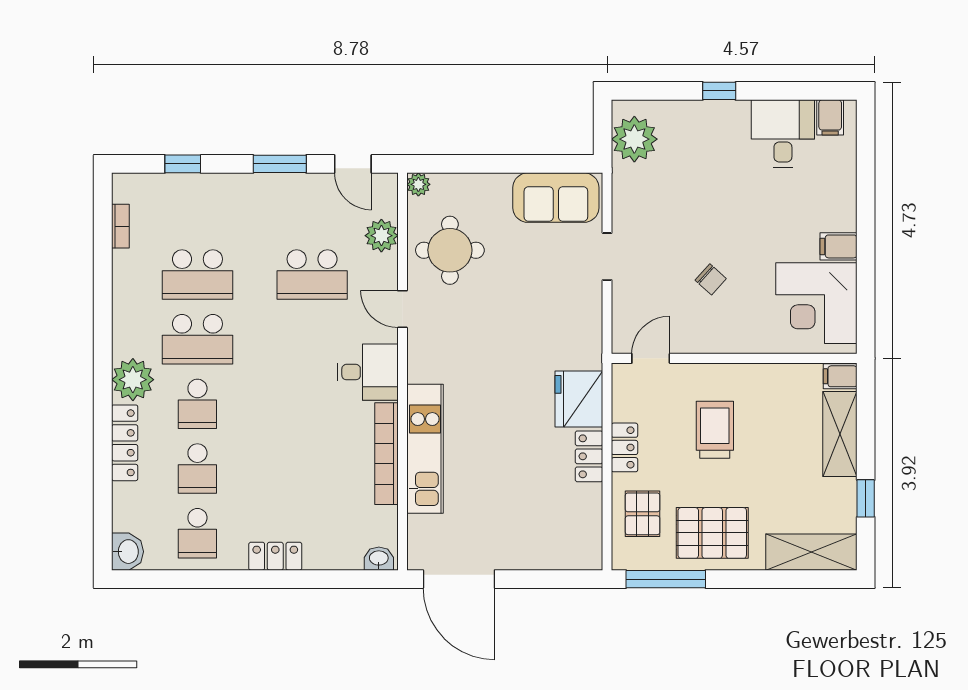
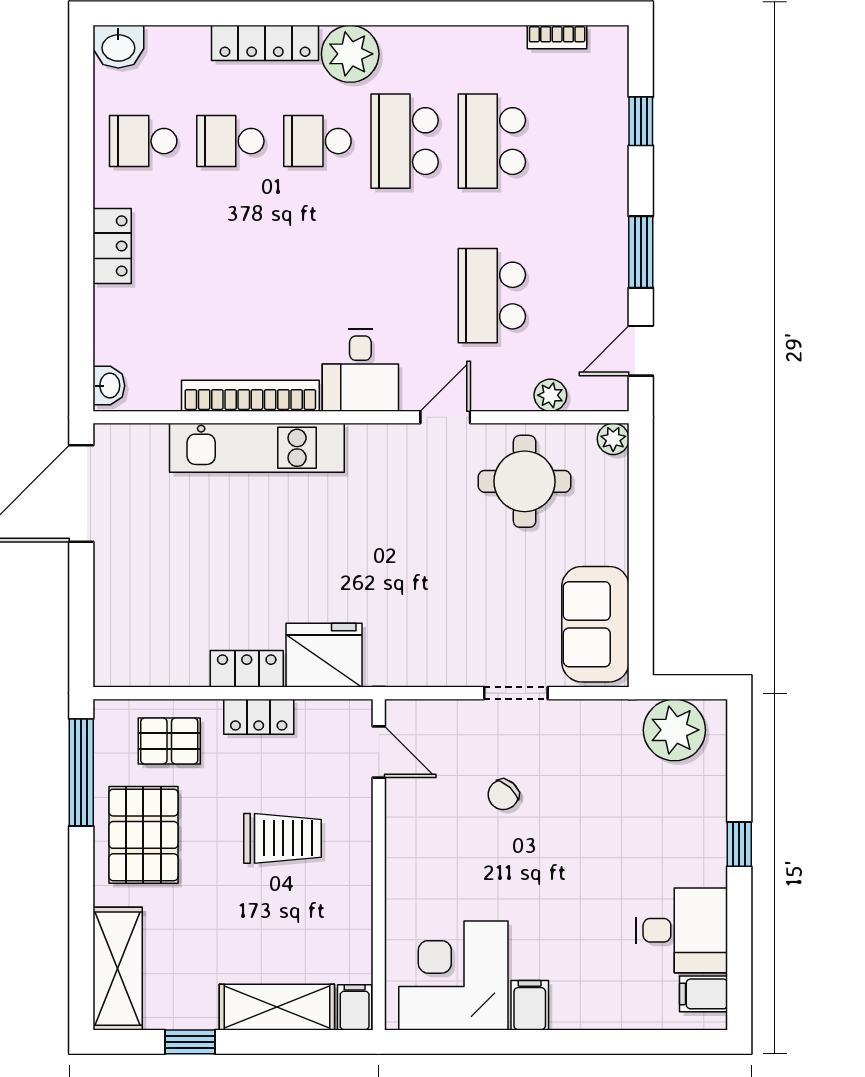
plant: (381, 236) -> (550, 395), width x0.73, depth x0.73
chair: (711, 279) -> (503, 795), moved

